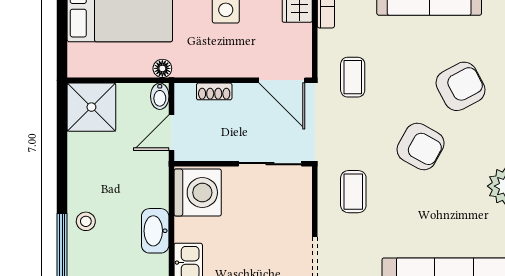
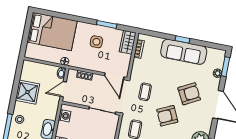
coffee table: (353, 77) -> (145, 92), moved
shower: (91, 107) -> (27, 92), moved
armchair: (421, 147) -> (167, 116), turned 126
washing machine: (198, 193) -> (65, 116), width x0.53, depth x0.53

